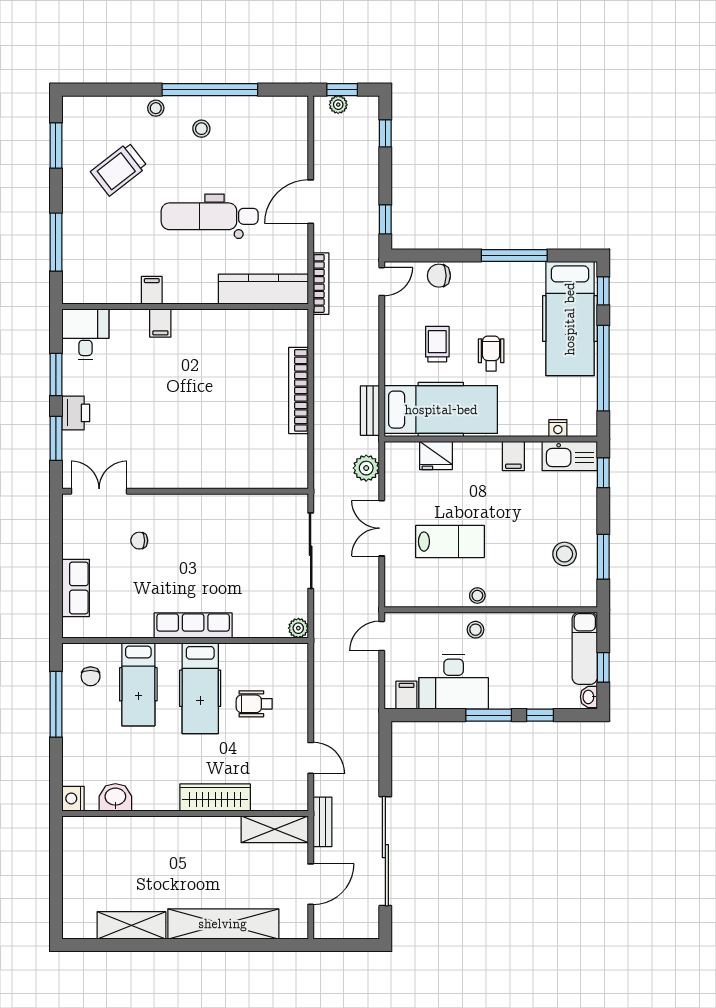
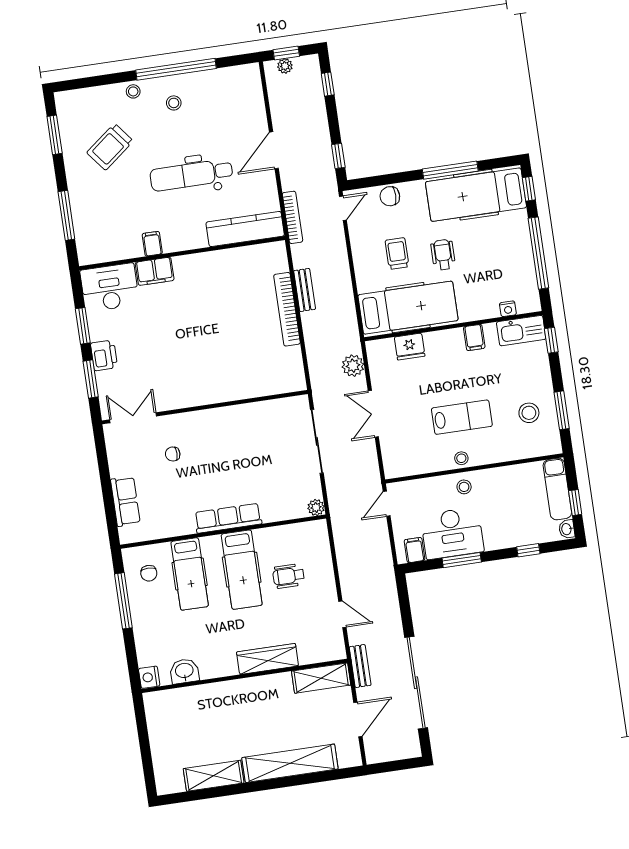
hospital bed: (570, 319) -> (476, 195), moved, turned 90
filing cabinet: (160, 323) -> (155, 271), width x2.00
desk: (85, 334) -> (110, 287), width x1.37
bench: (370, 411) -> (305, 290), moved
lab bench: (450, 542) -> (462, 417), moved
window: (489, 715) -> (462, 560), moved

